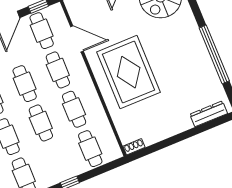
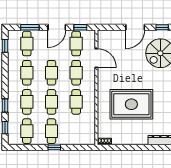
rug: (129, 72) -> (131, 104), moved, turned 90
cafe table: (90, 149) -> (51, 131), moved

